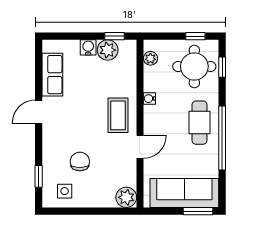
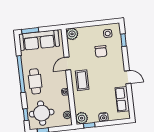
plant: (108, 50) -> (82, 118), moved
door: (39, 112) -> (128, 77), hinge flipped

